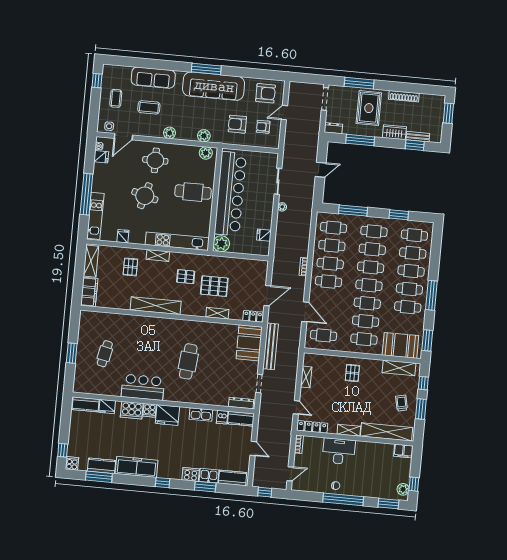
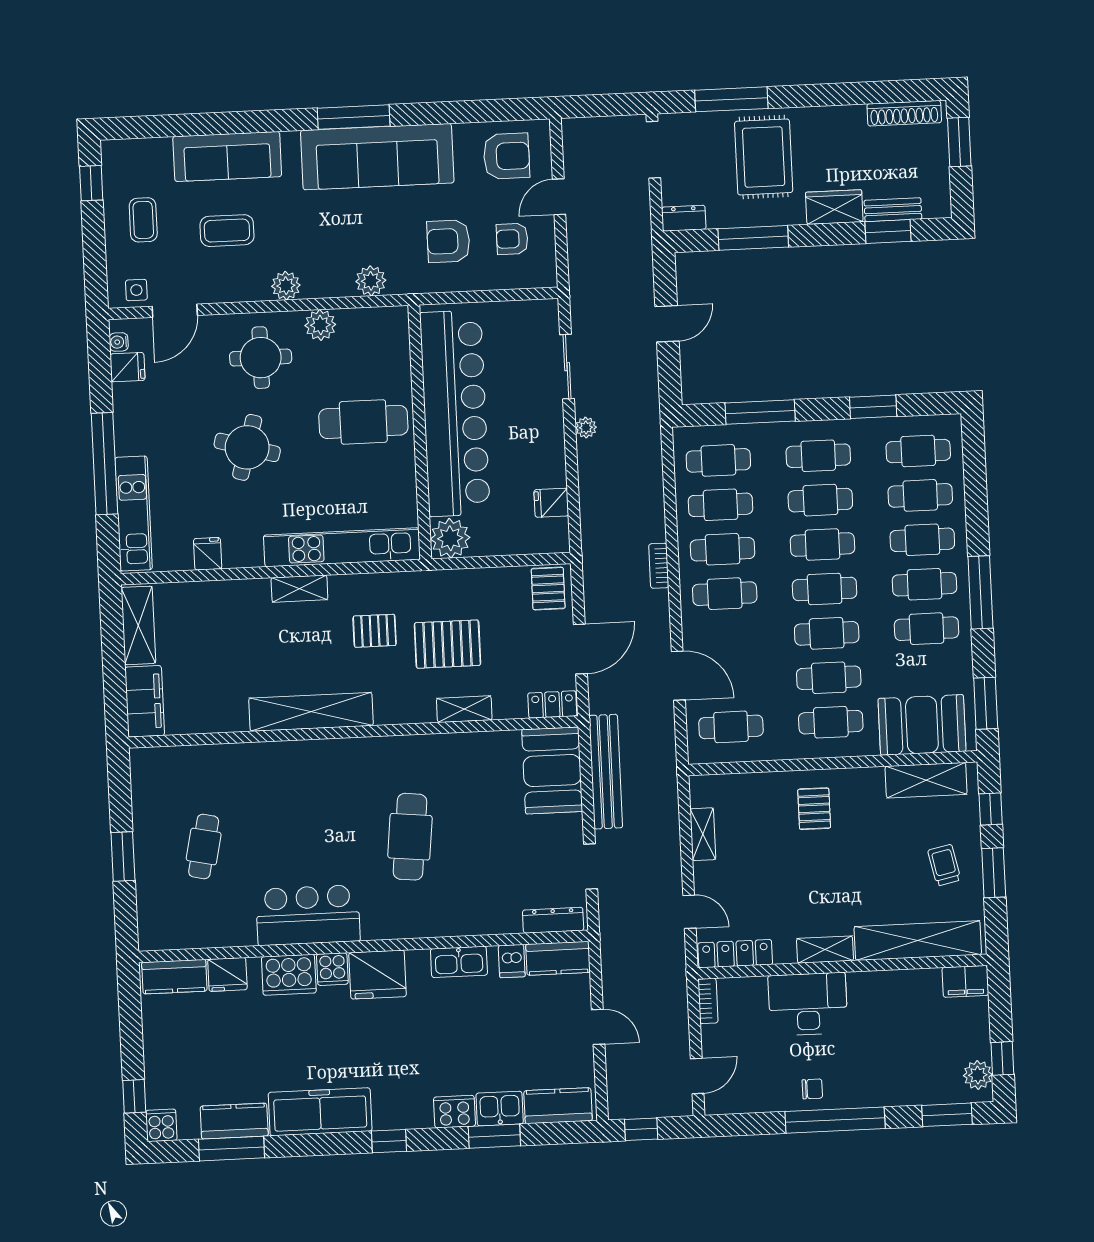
shoe rack: (404, 96) -> (904, 113), moved
plant: (206, 153) -> (320, 325), moved
pallet: (130, 267) -> (548, 589), moved

